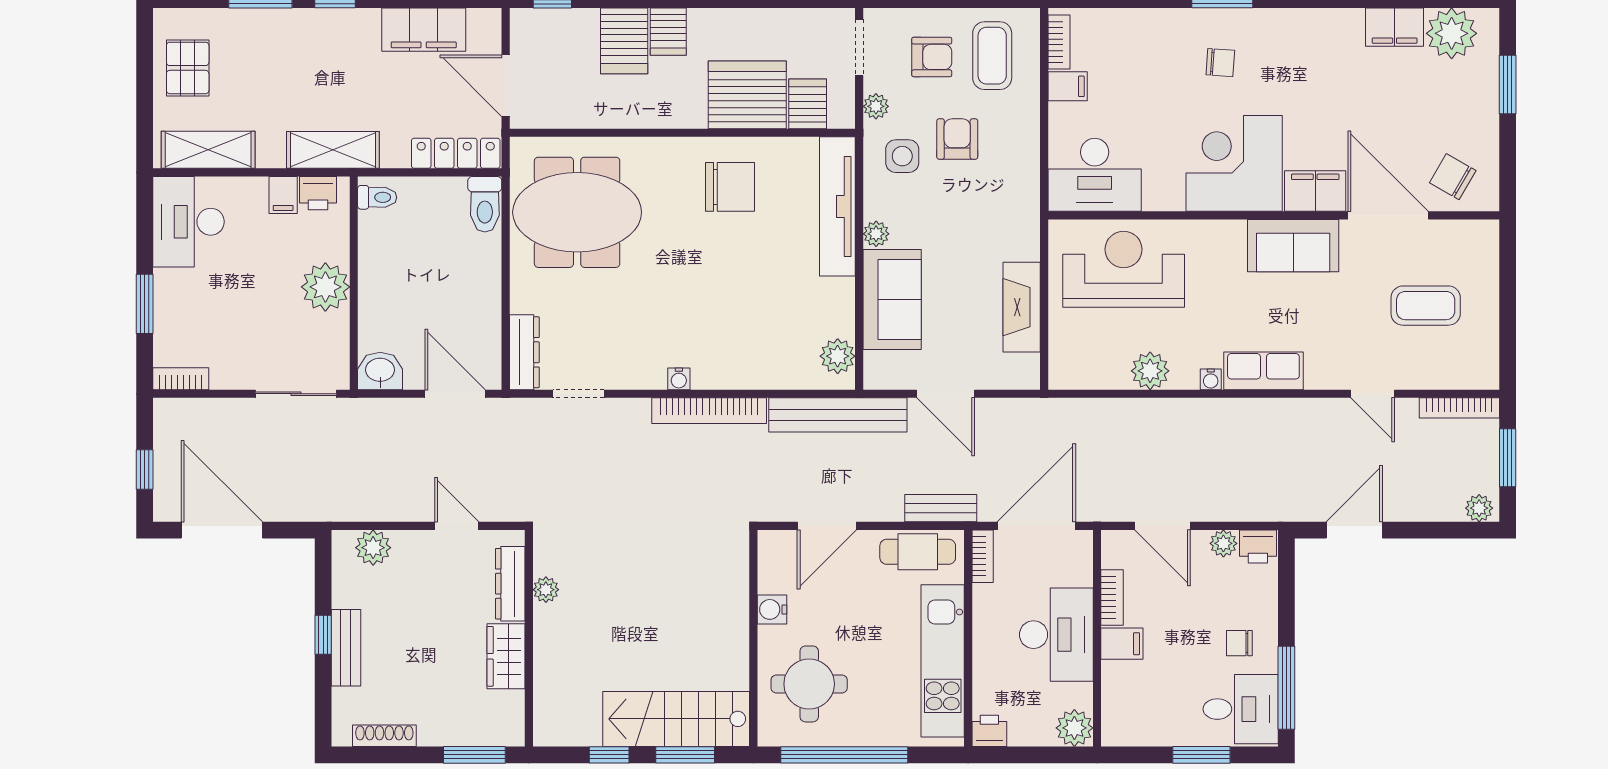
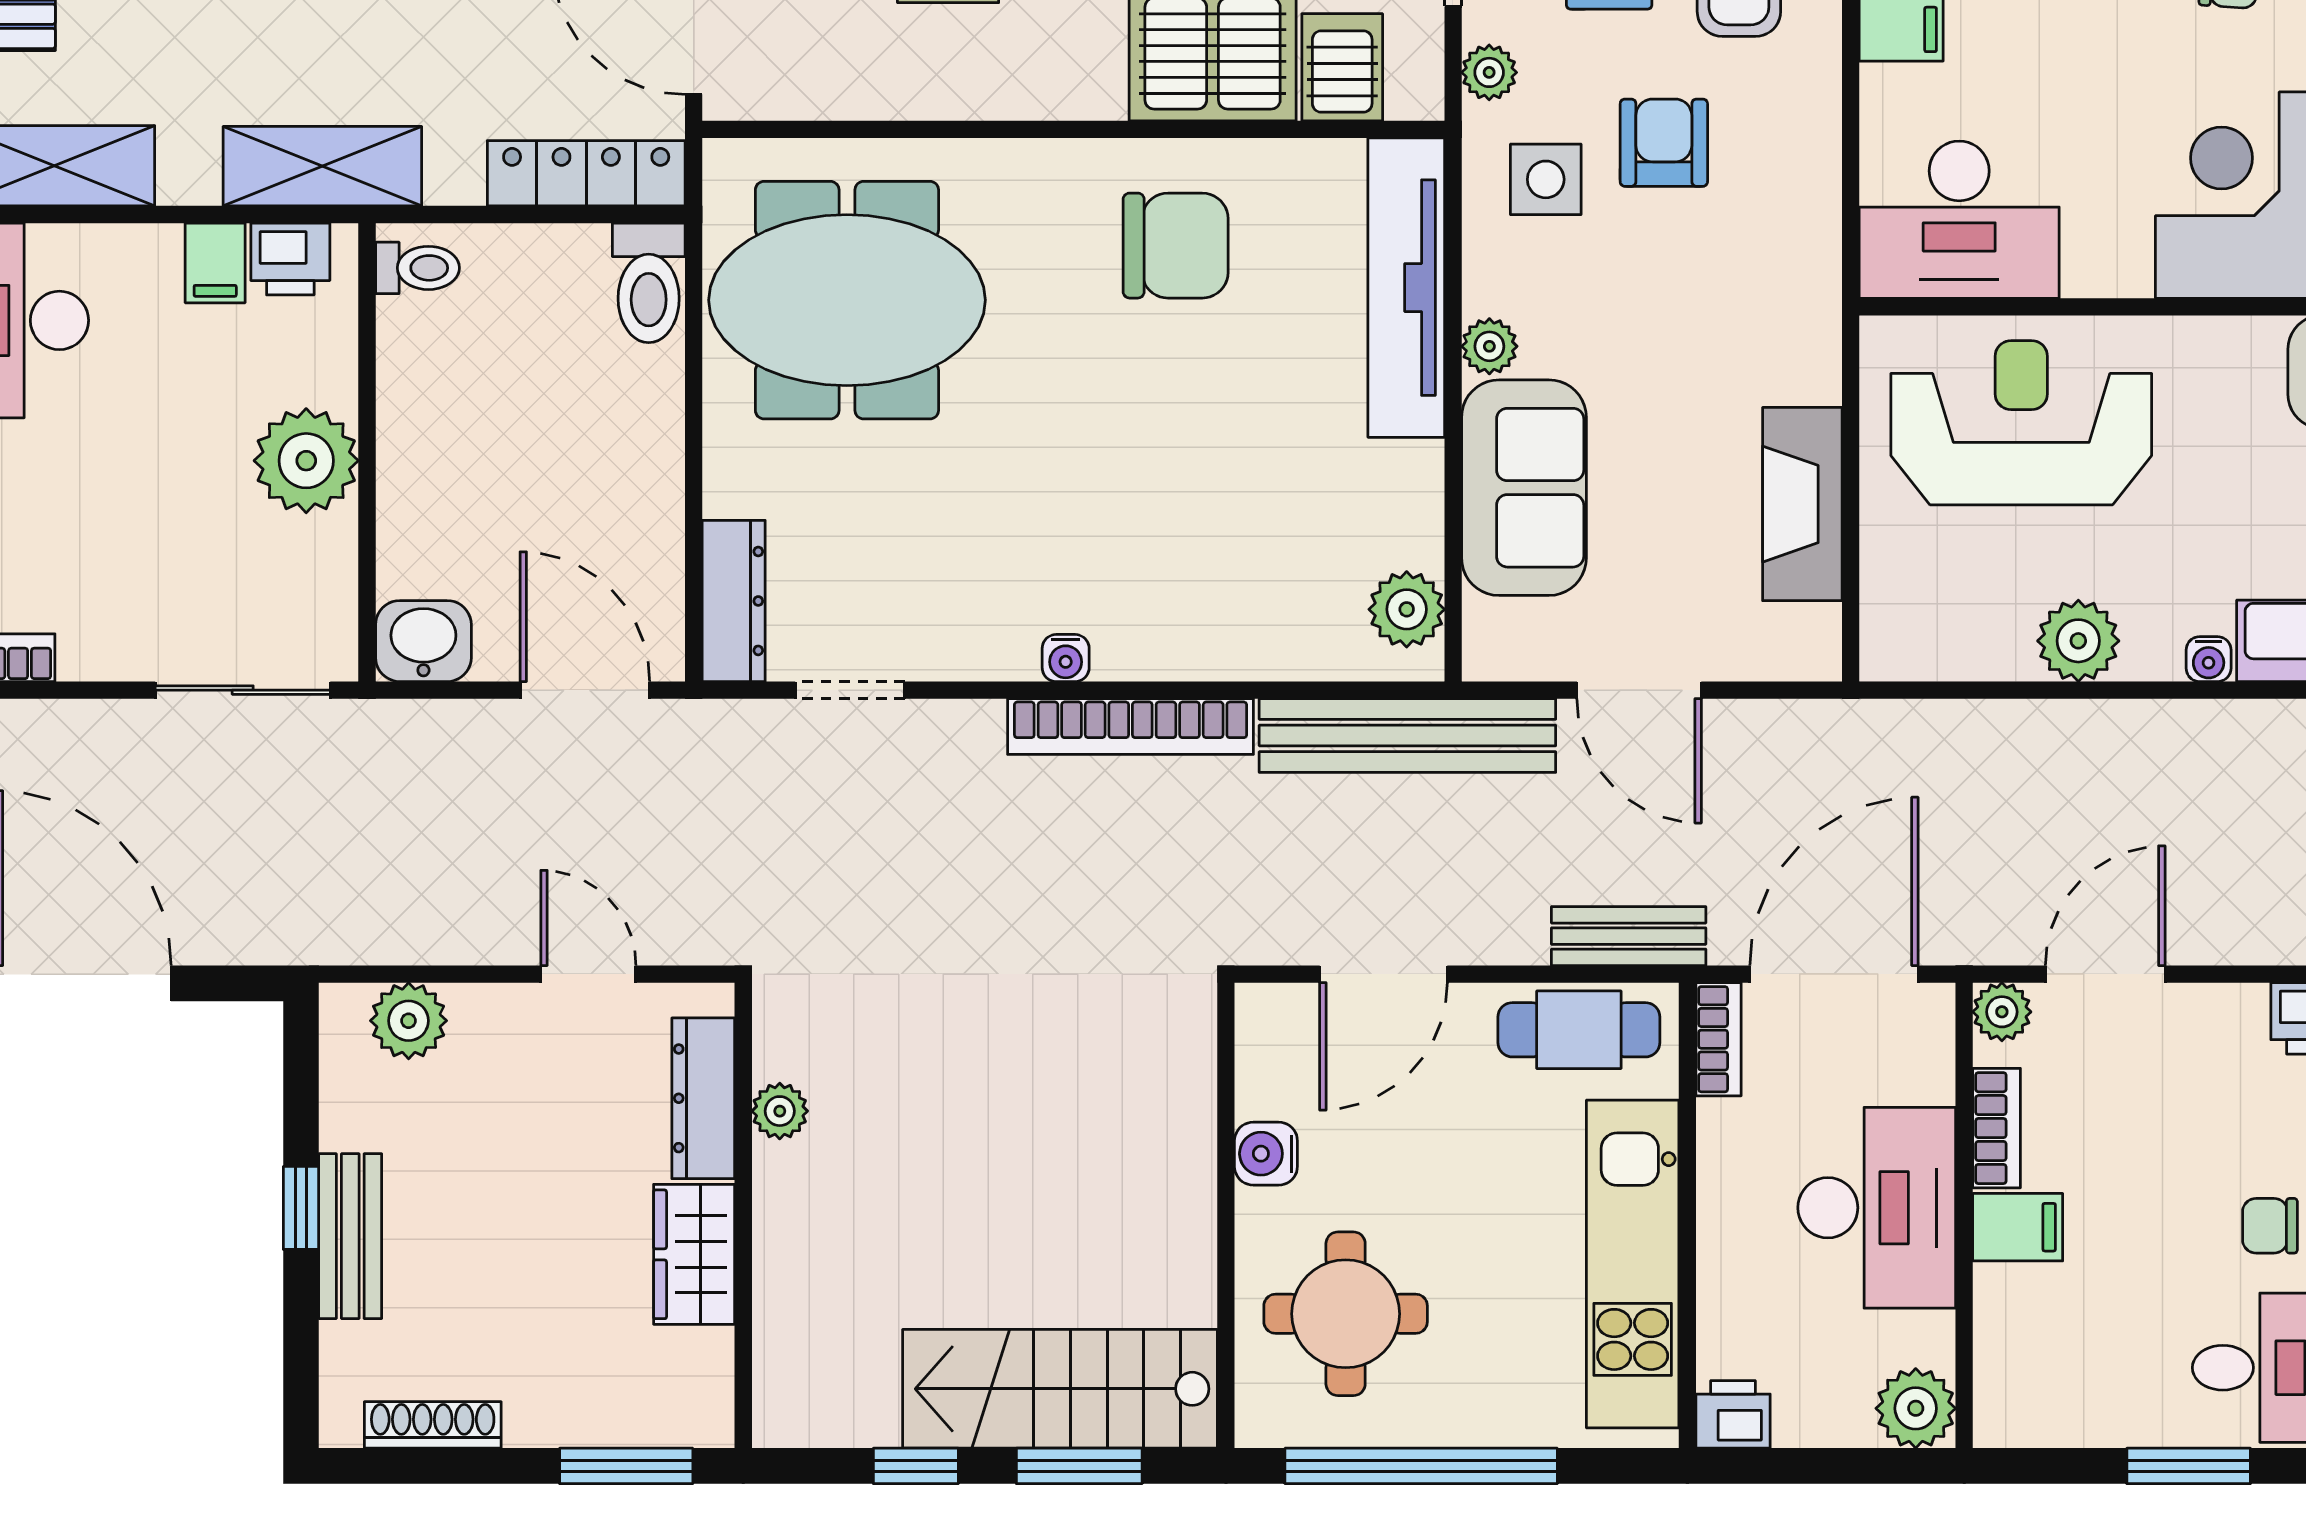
door: (1163, 526) -> (2105, 974), swing flipped
plant: (1223, 543) -> (2002, 1012), moved

